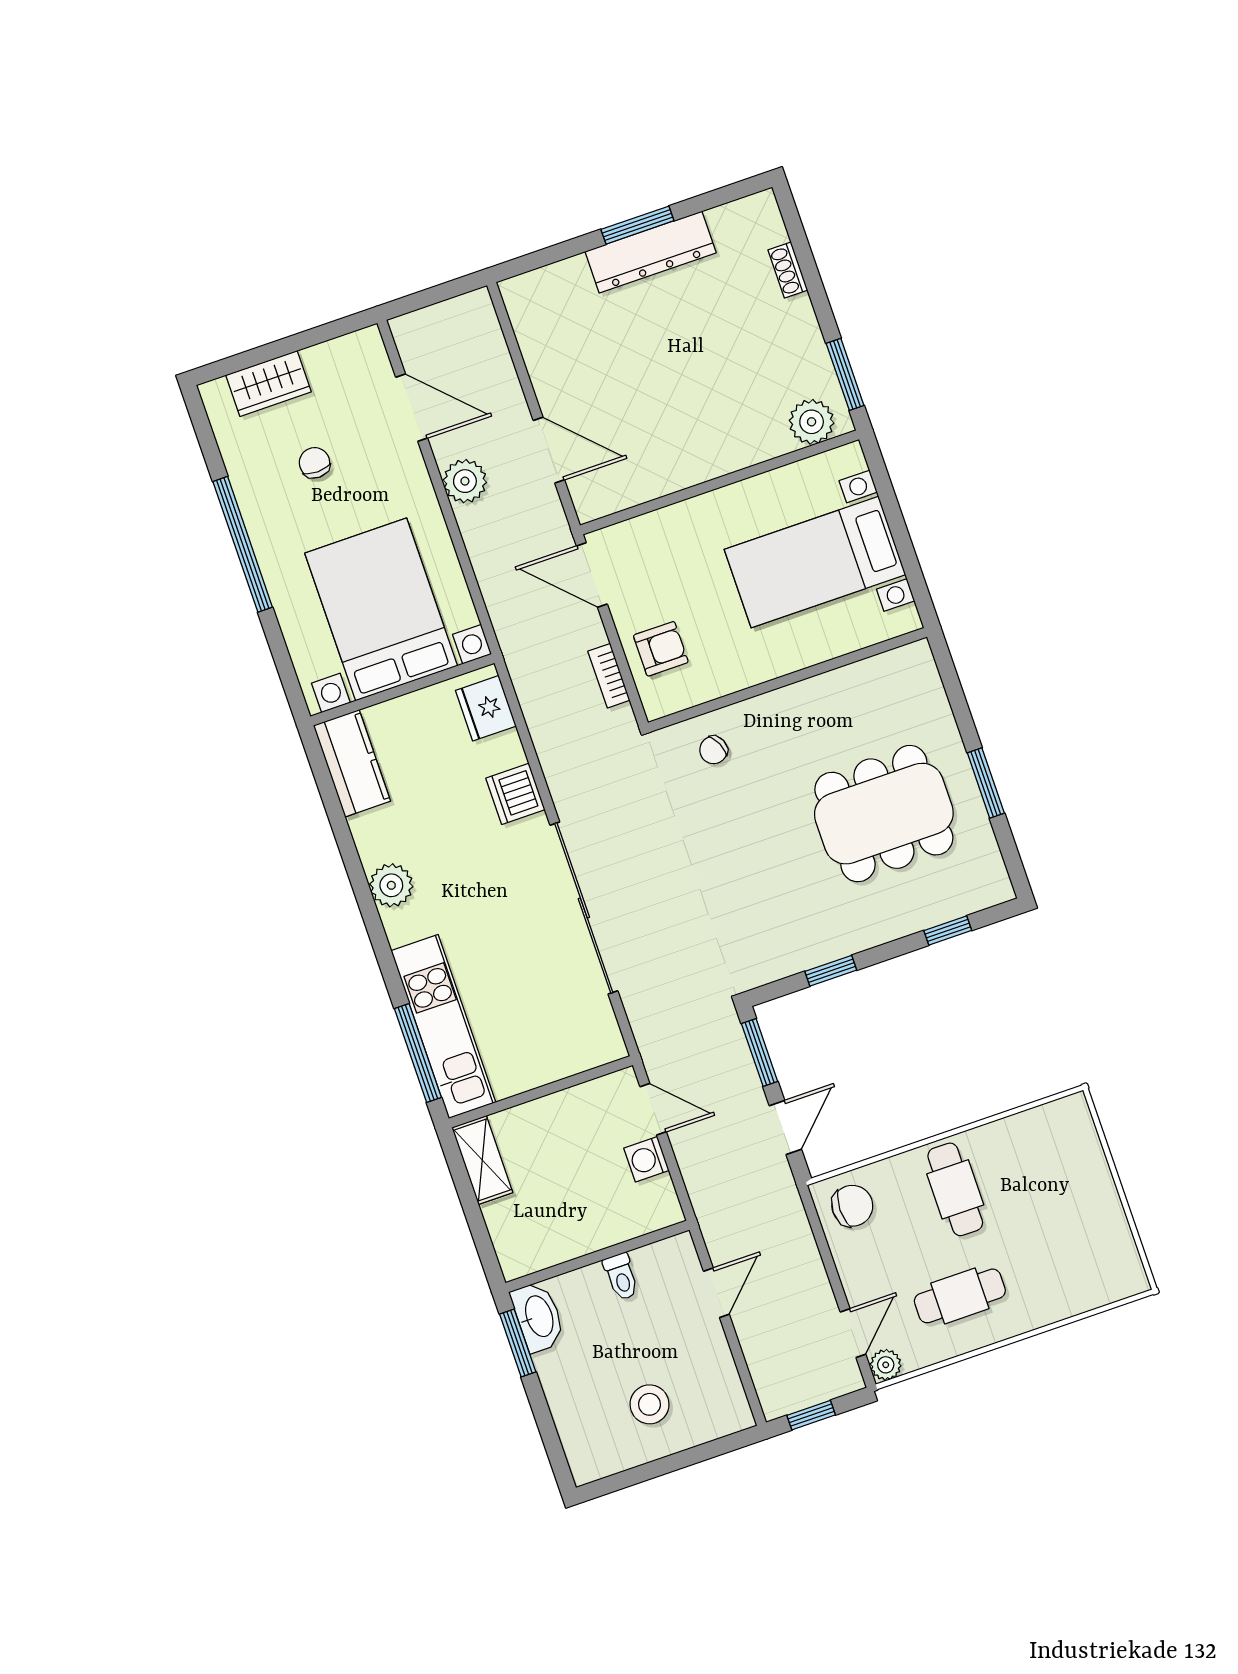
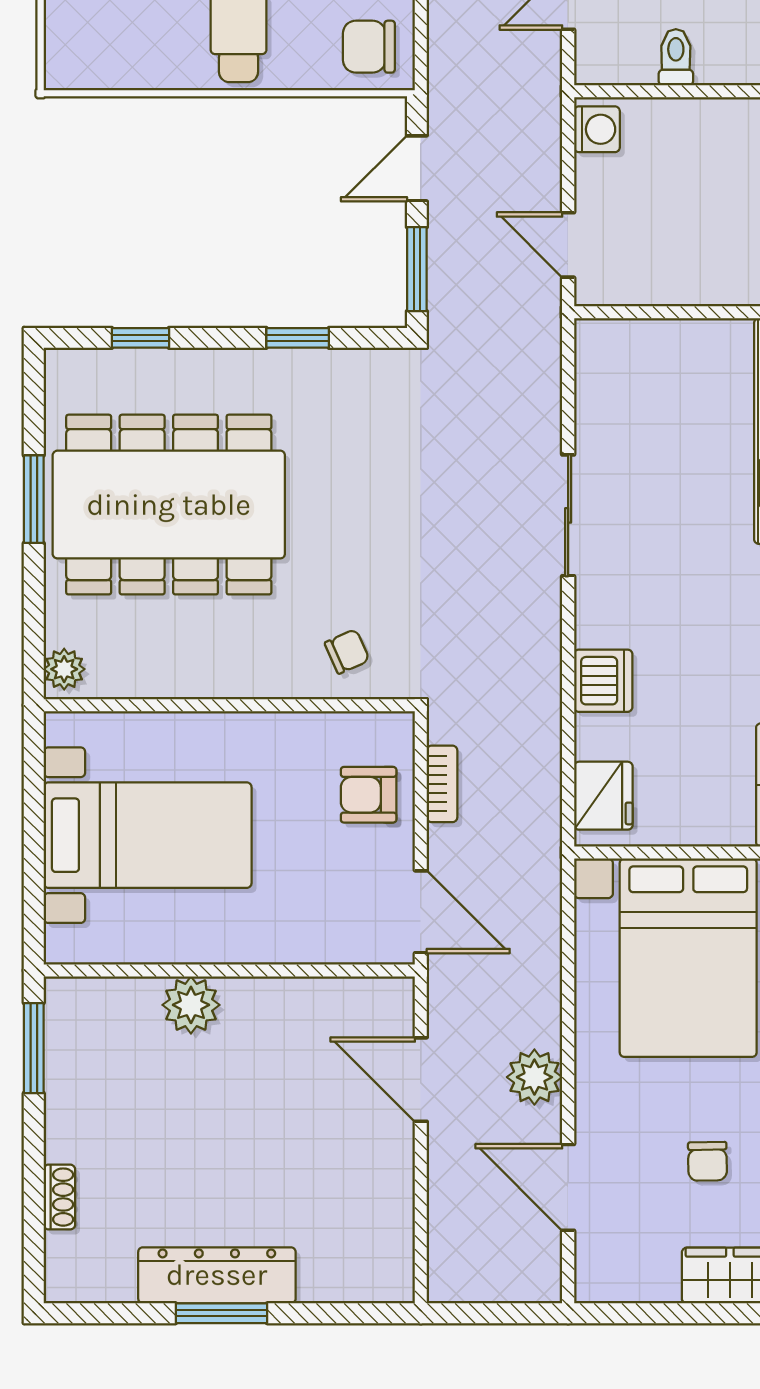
plant: (812, 422) -> (191, 1005), moved
plant: (920, 664) -> (64, 669), added
dining table: (884, 814) -> (169, 505), width x1.36, depth x1.24
sliding door: (584, 908) -> (568, 515), width x0.54
washing machine: (646, 1159) -> (597, 129), moved

